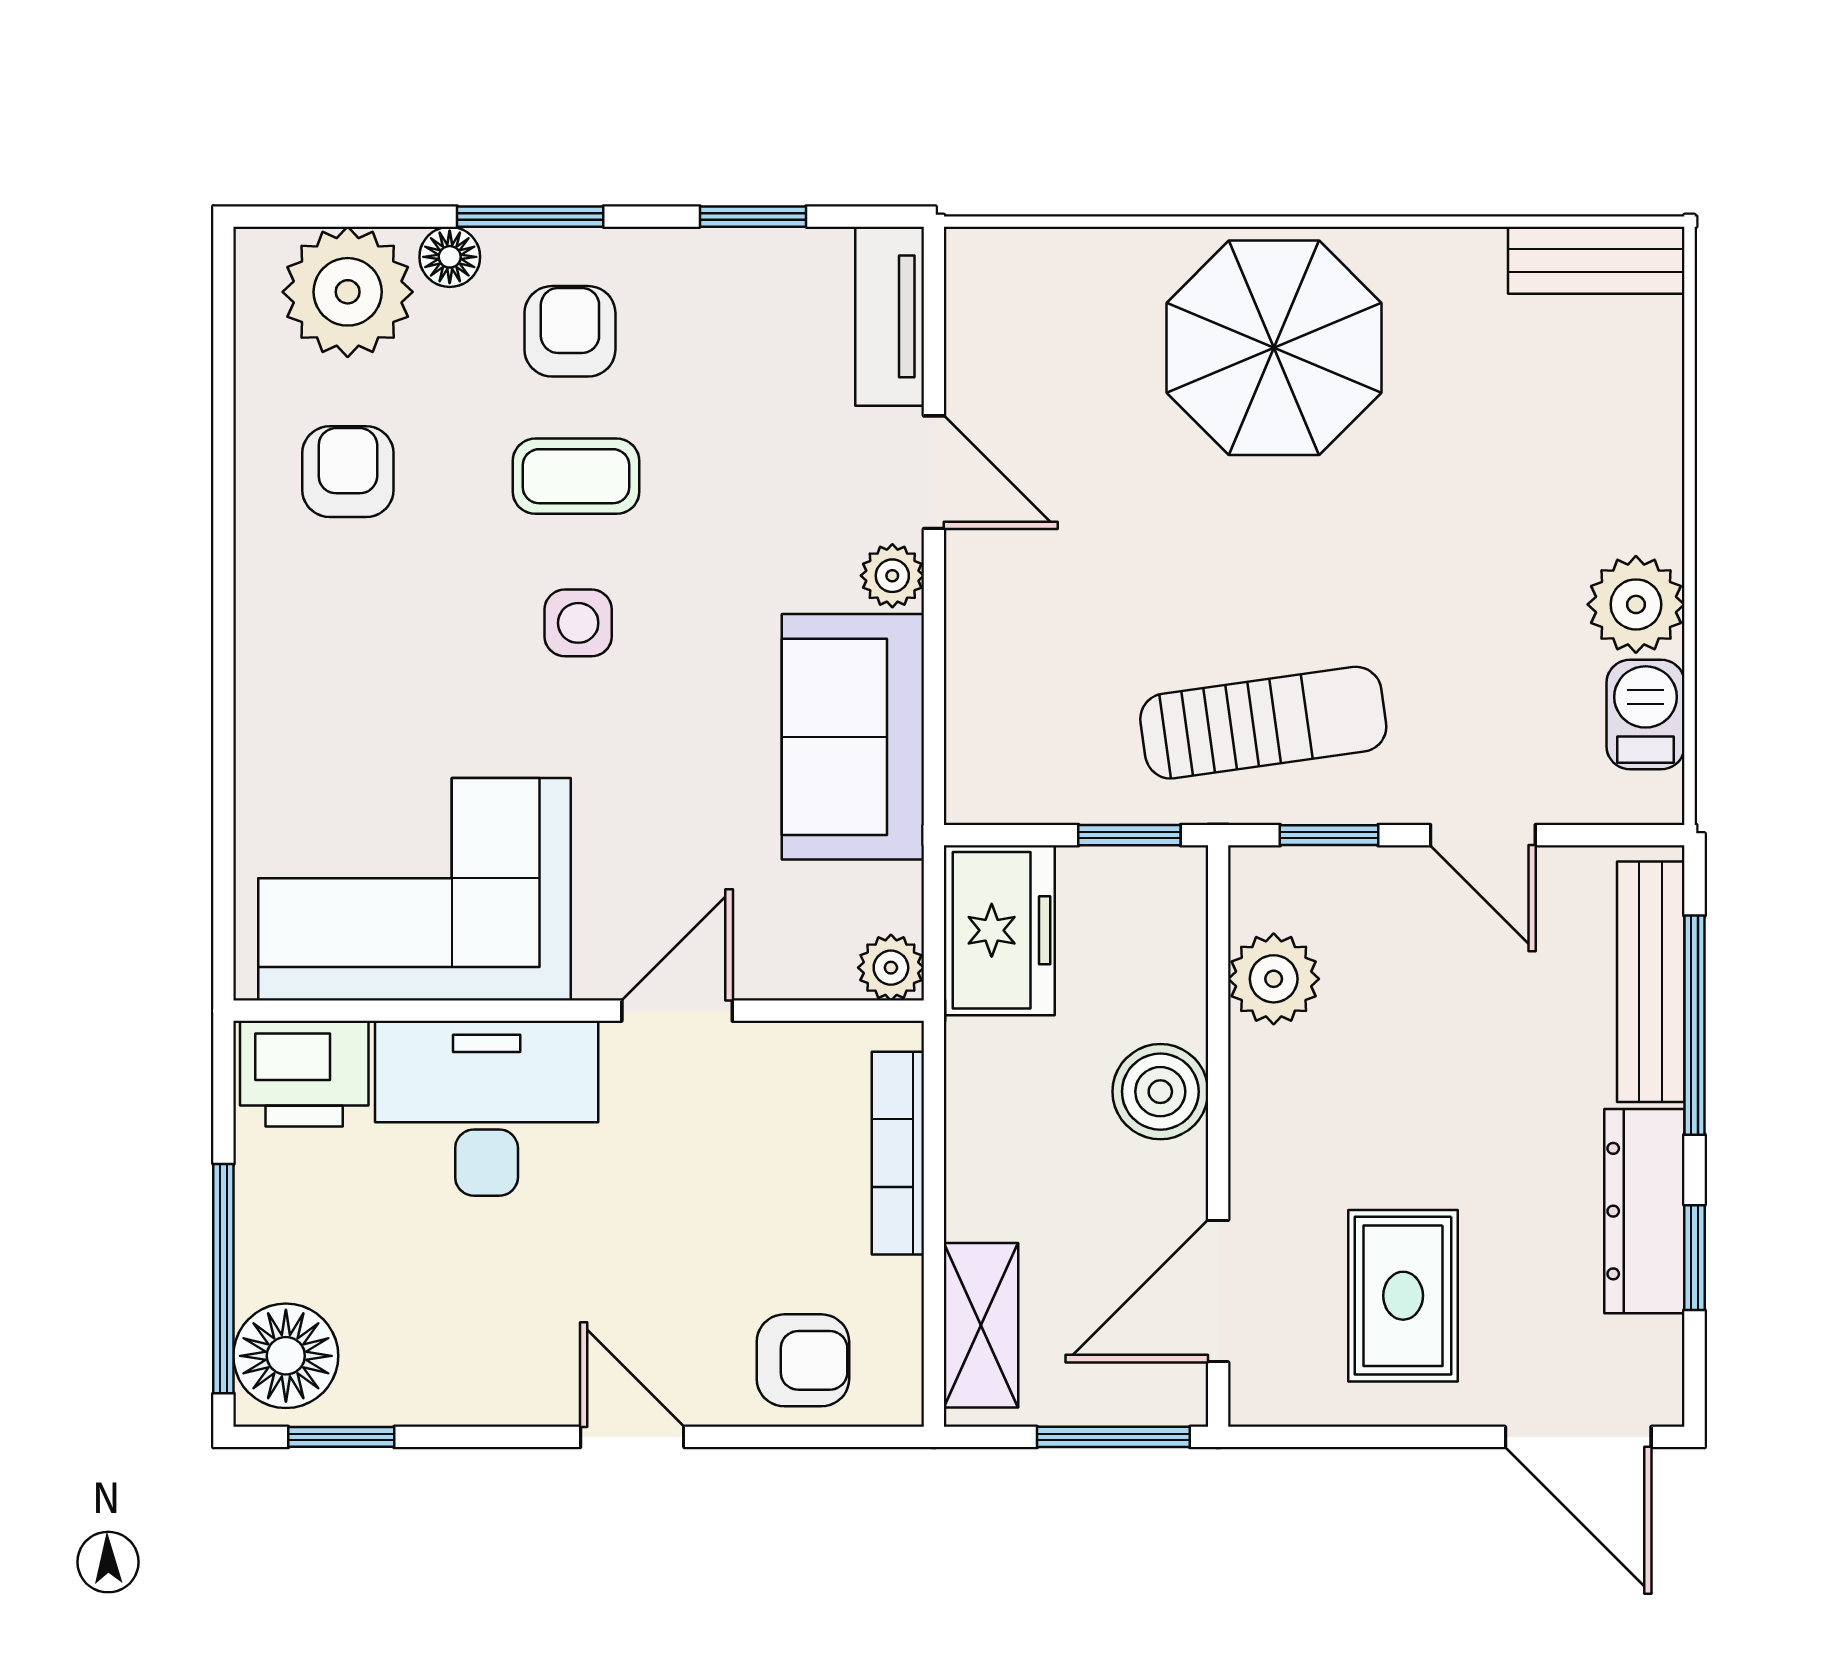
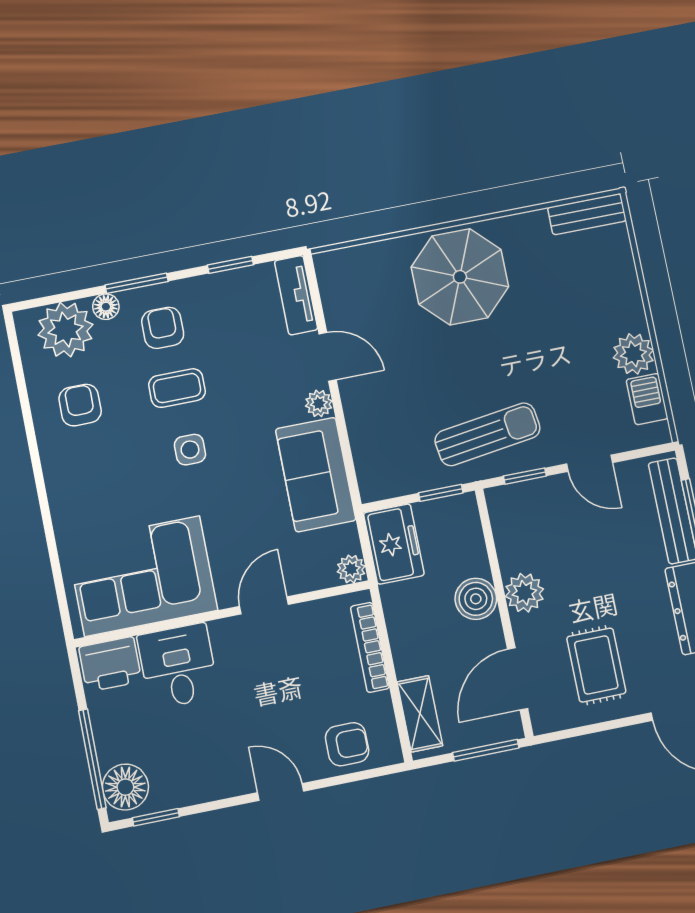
plant: (1274, 979) -> (524, 593), moved
desk: (487, 1108) -> (178, 666), width x0.73

